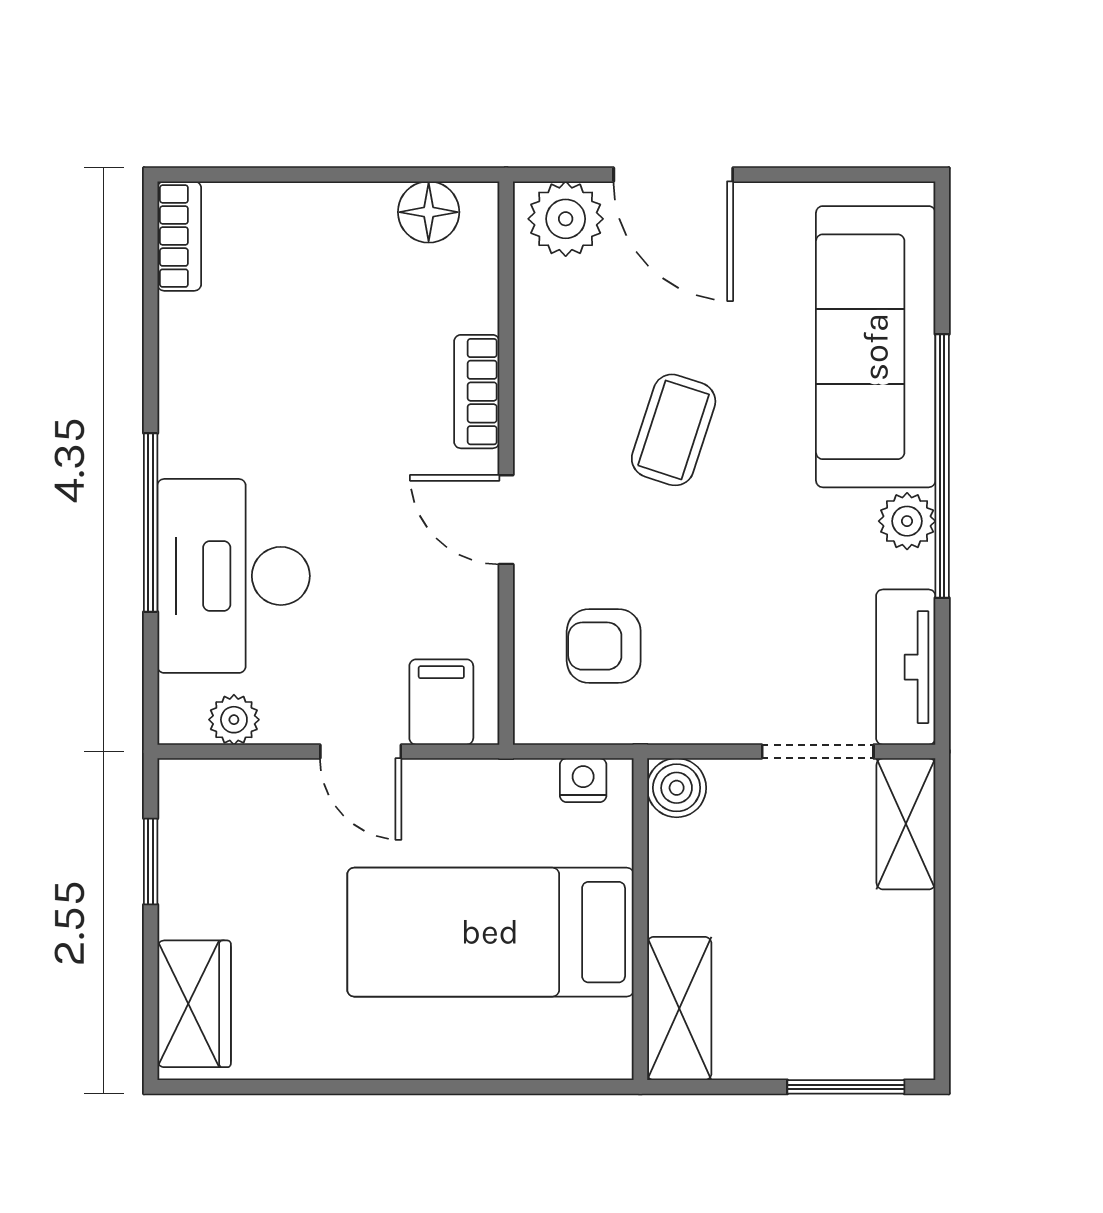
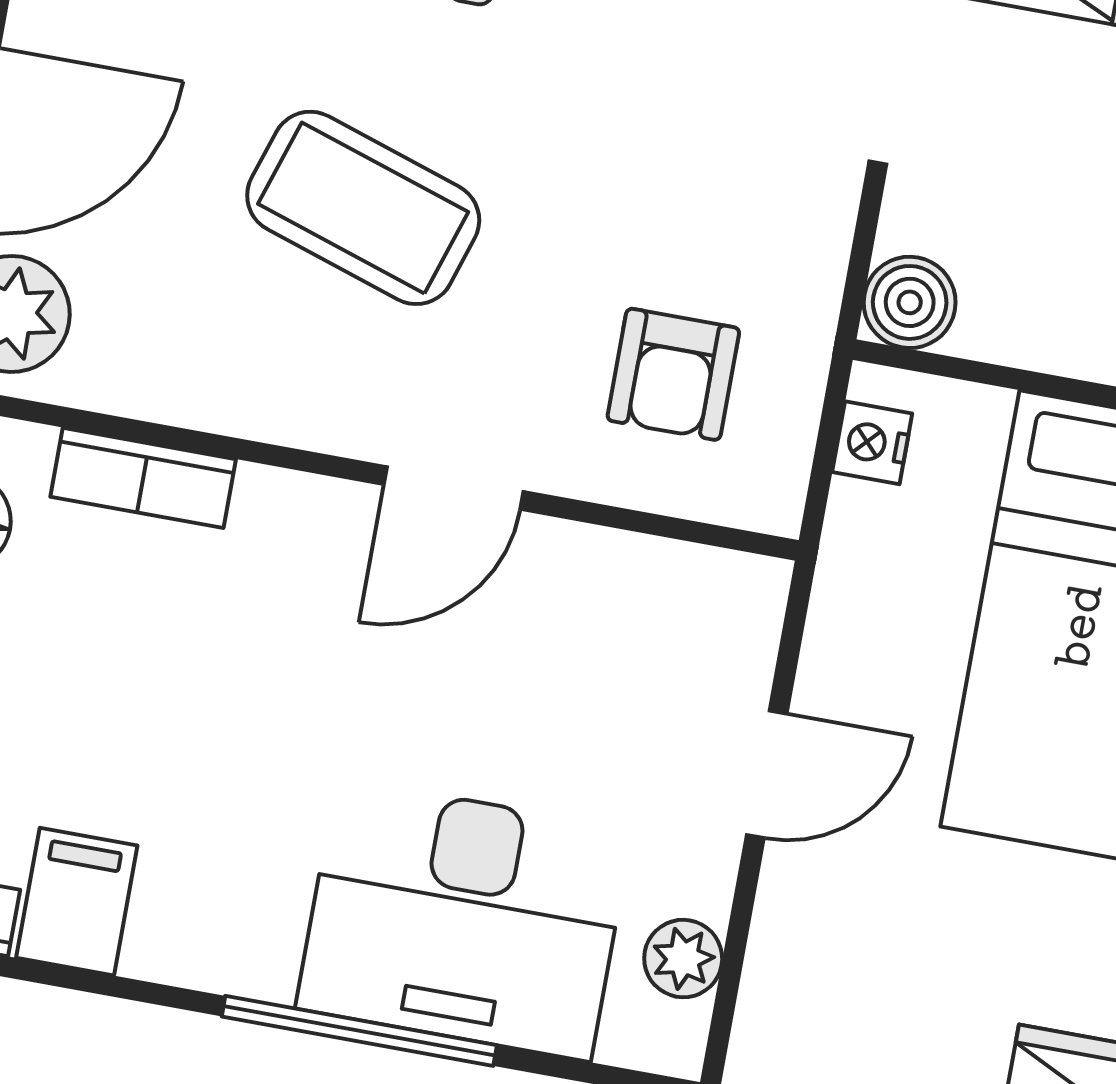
bookcase: (477, 392) -> (143, 478), moved
coffee table: (674, 430) -> (363, 208), width x1.36, depth x1.30
filing cabinet: (441, 702) -> (77, 902), moved, turned 90

